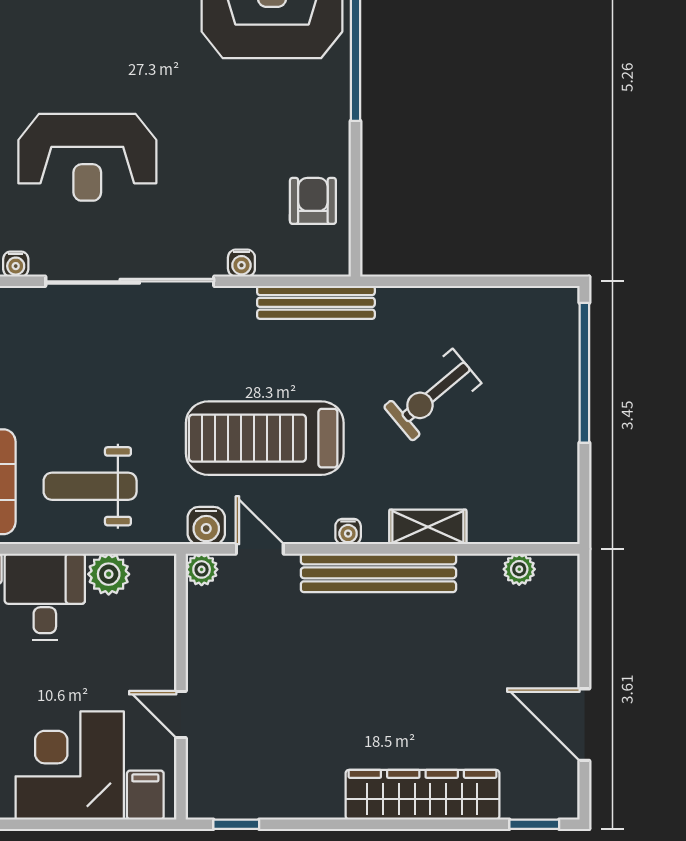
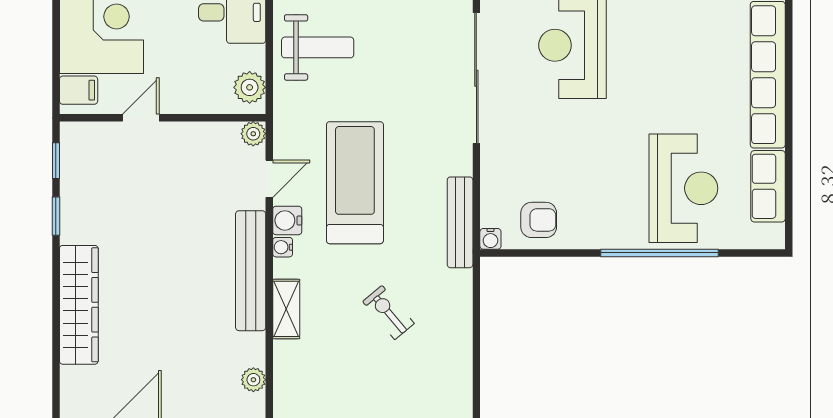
water cooler: (241, 263) -> (490, 239), moved, turned -90
exercise bike: (432, 395) -> (388, 313), width x0.73, depth x0.72
weight bench: (90, 486) -> (318, 47), turned 90
water cooler: (206, 526) -> (287, 220), moved
plant: (109, 574) -> (250, 87), moved
window: (534, 824) -> (56, 216), moved

